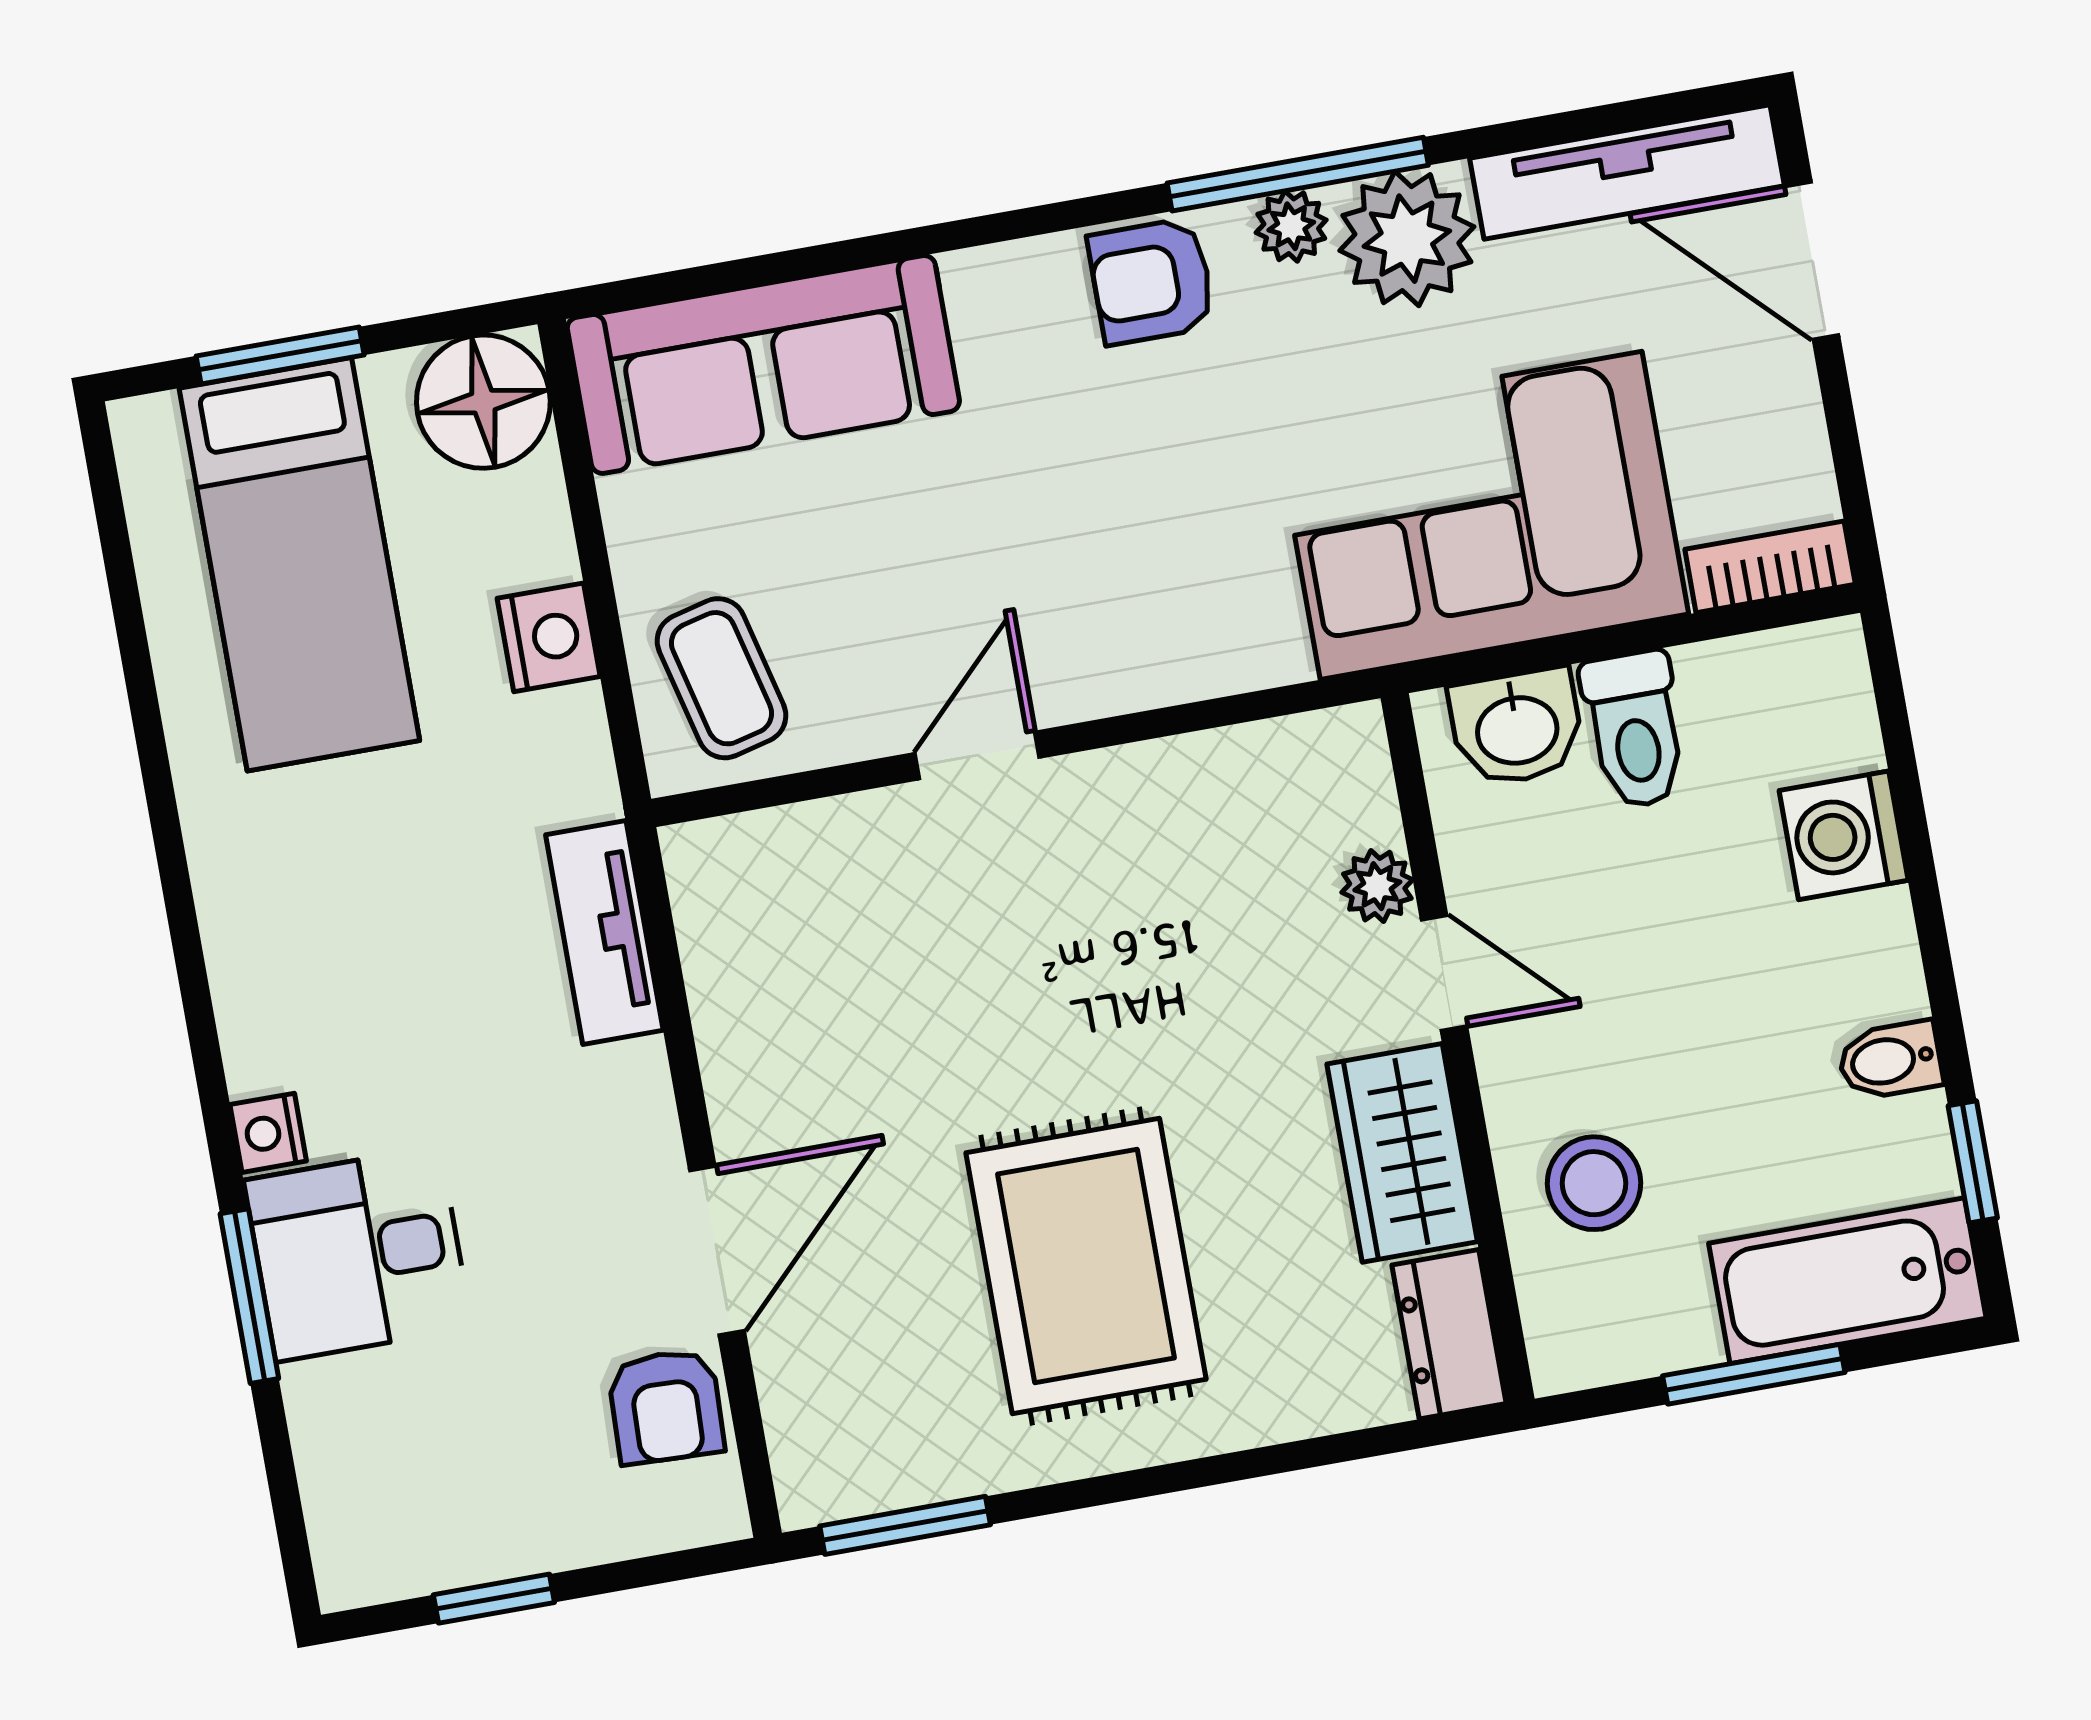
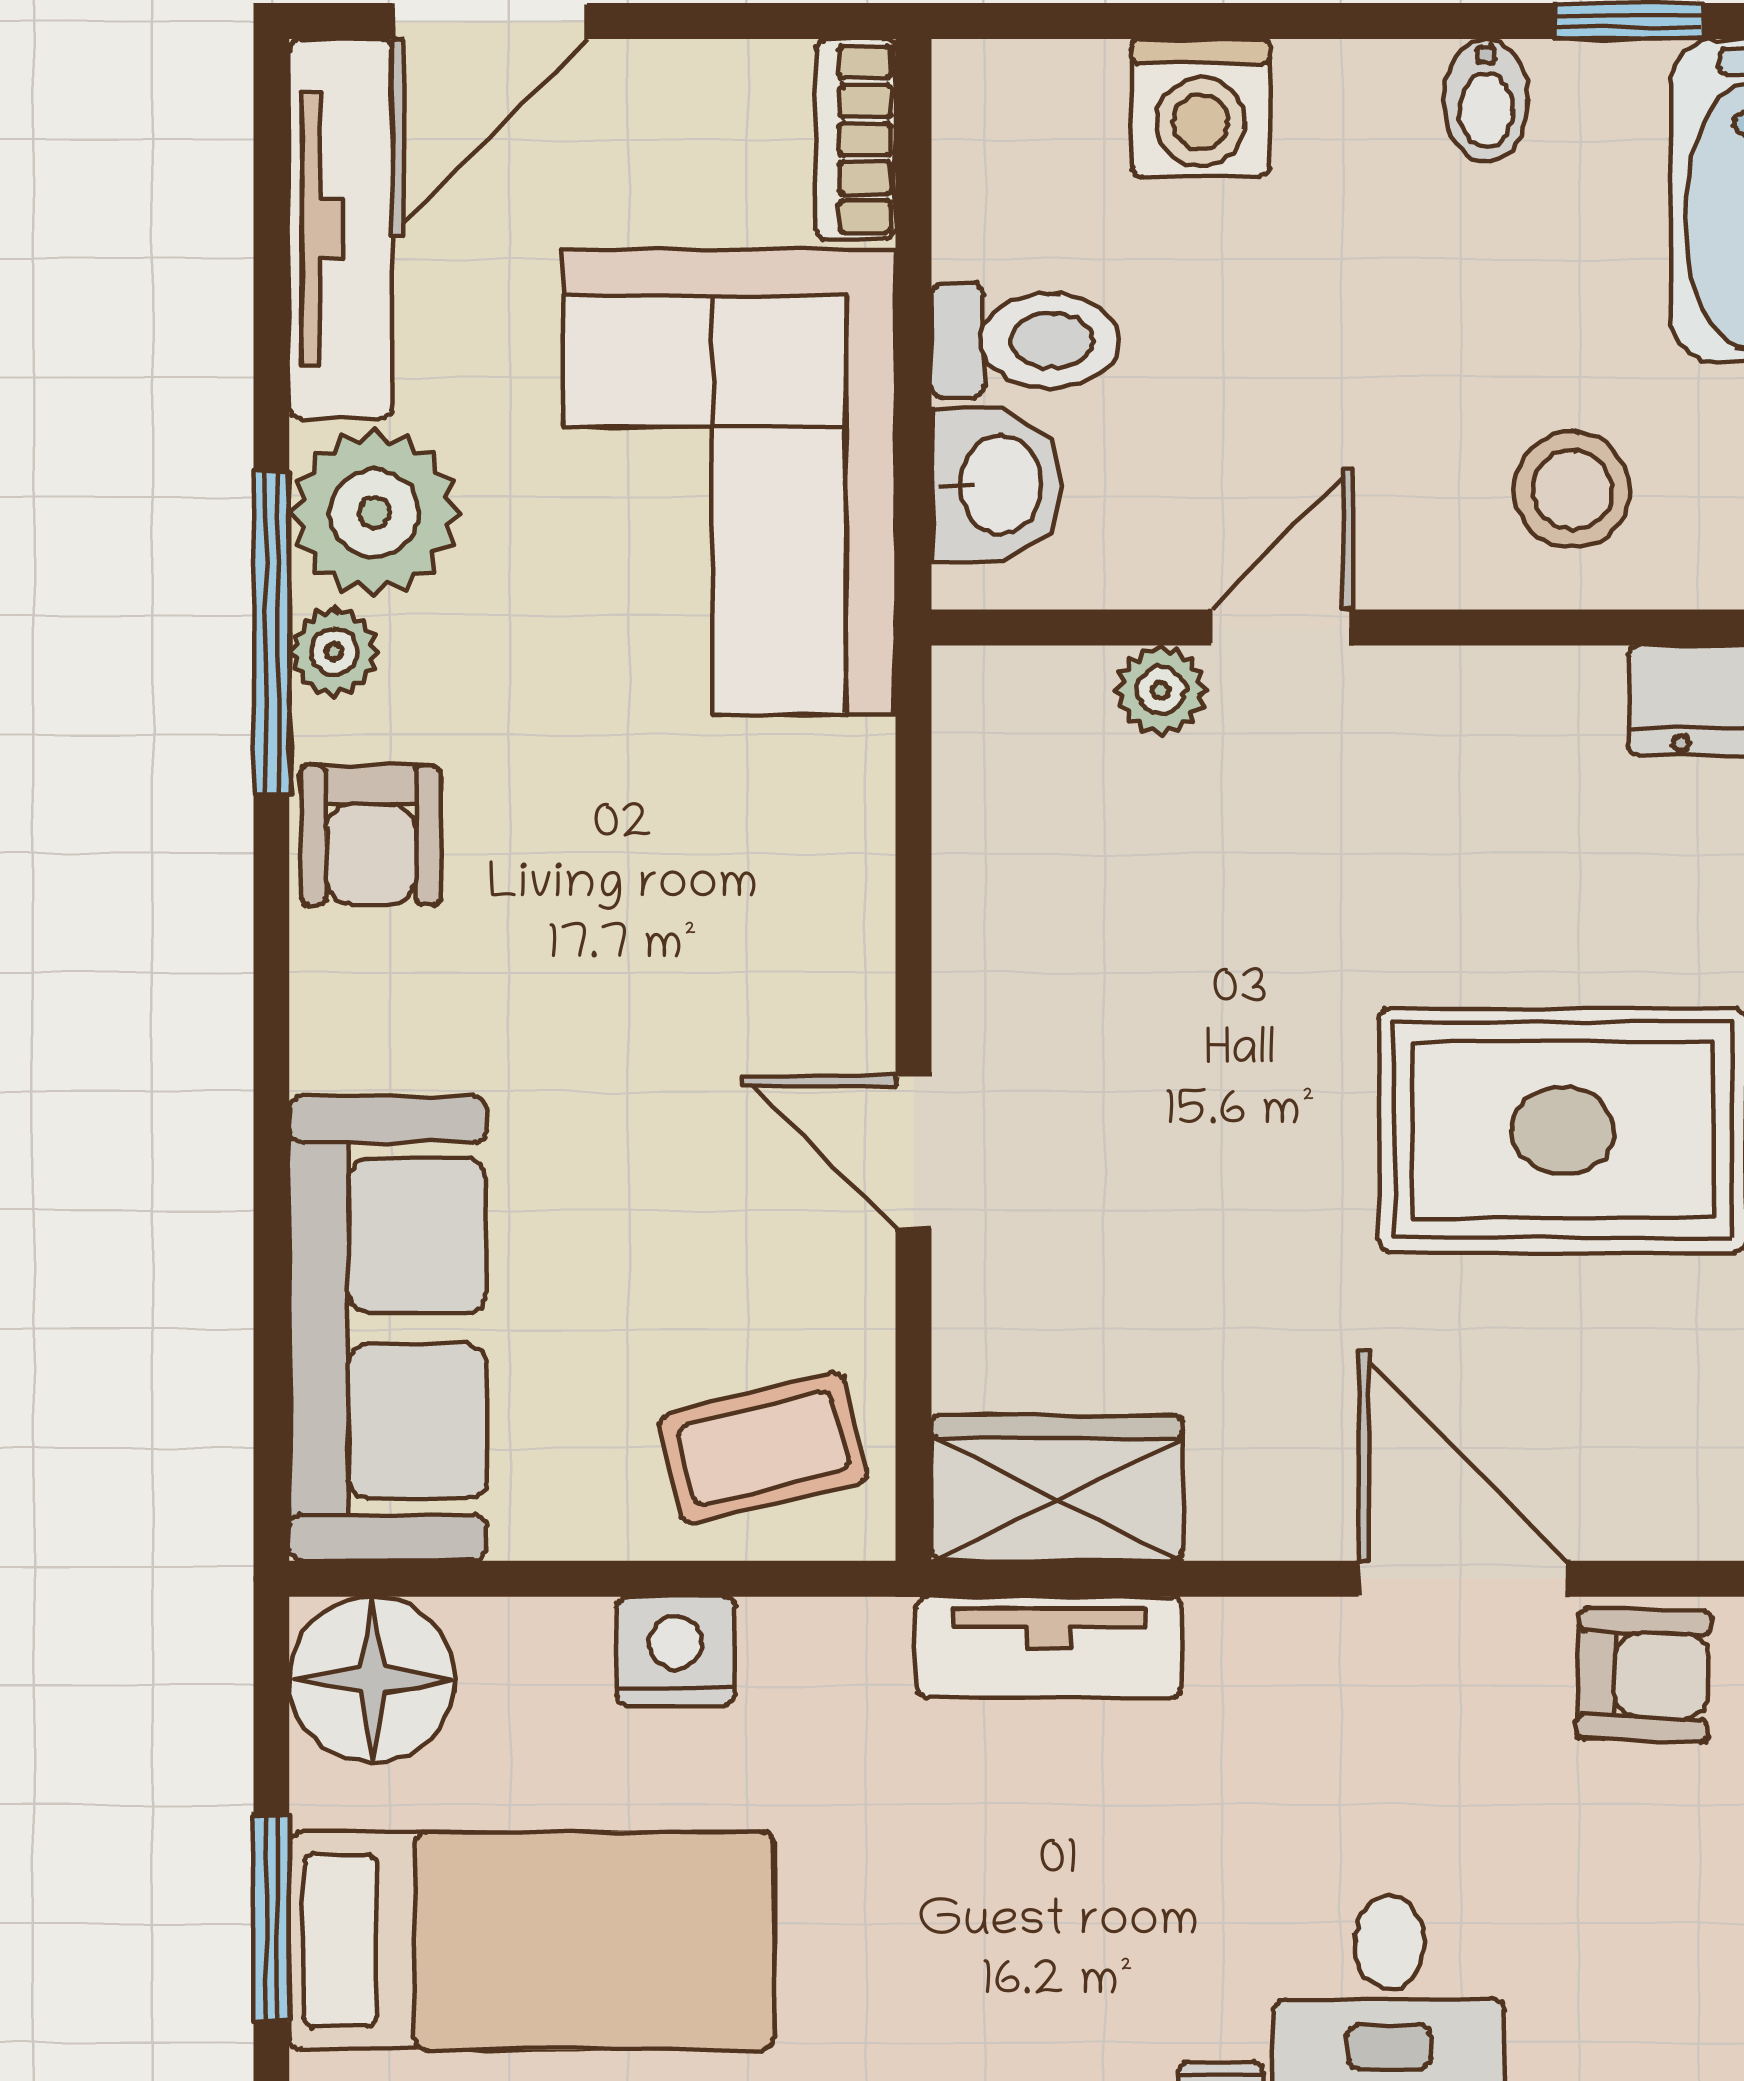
wardrobe: (1402, 1153) -> (1057, 1488), moved, turned 180

